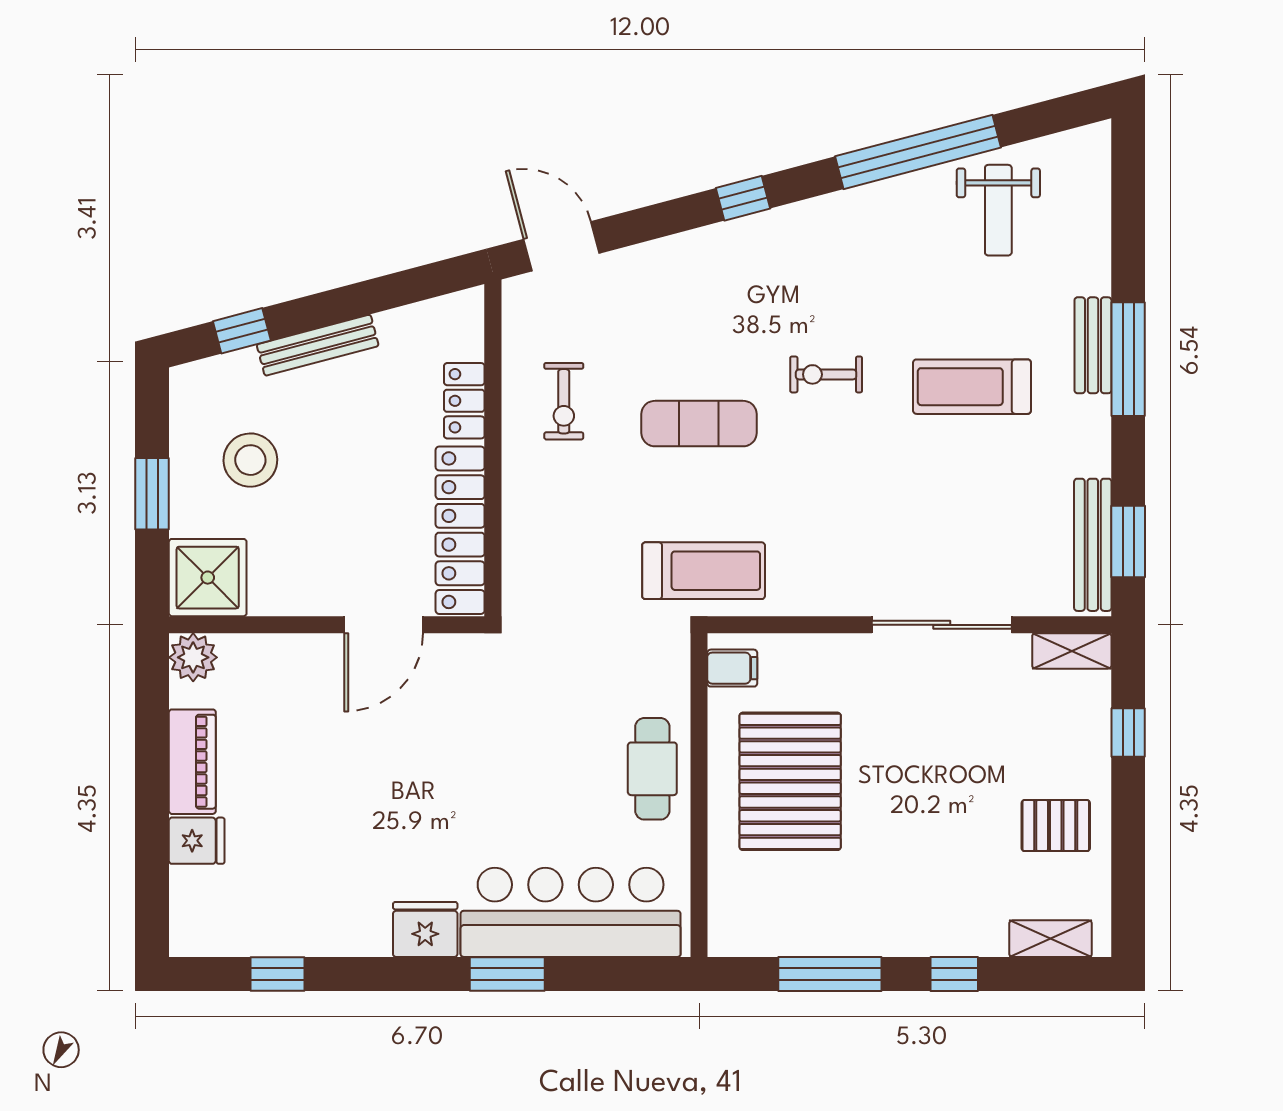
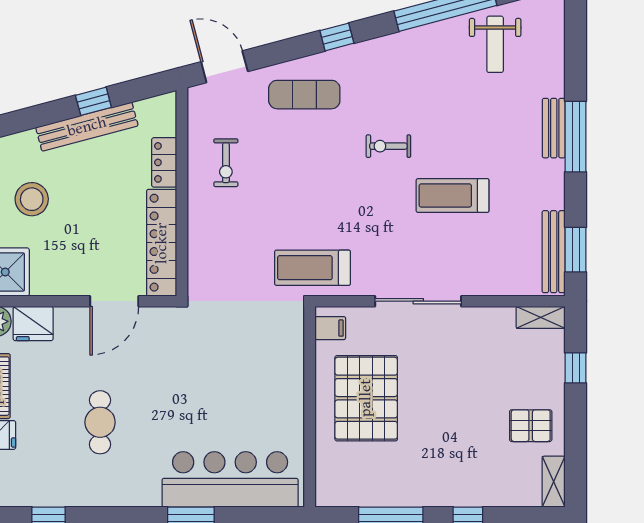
window: (242, 331) -> (93, 101), moved
bench: (318, 345) -> (87, 127), width x1.37, depth x1.21
treadmill: (972, 387) -> (453, 195), moved
exercise mat: (699, 424) -> (304, 95), moved
treadmill: (704, 571) -> (312, 268), turned 180
sliding door: (942, 625) -> (418, 301), moved
cafe table: (652, 769) -> (100, 422), moved
fridge: (425, 929) -> (33, 324), moved, turned 180
shelving: (1051, 939) -> (554, 482), moved, turned 90

